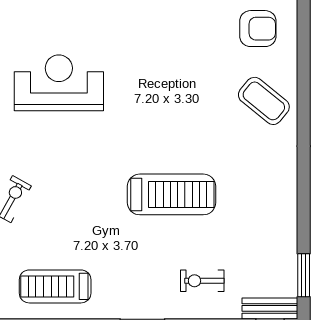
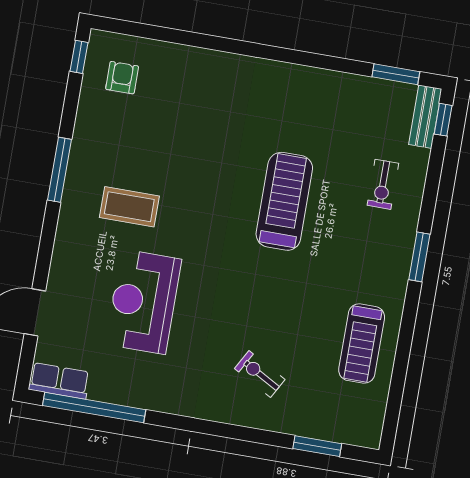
armchair: (258, 29) -> (122, 78), width x0.72, depth x0.72
coffee table: (264, 101) -> (129, 207), moved, turned 51

